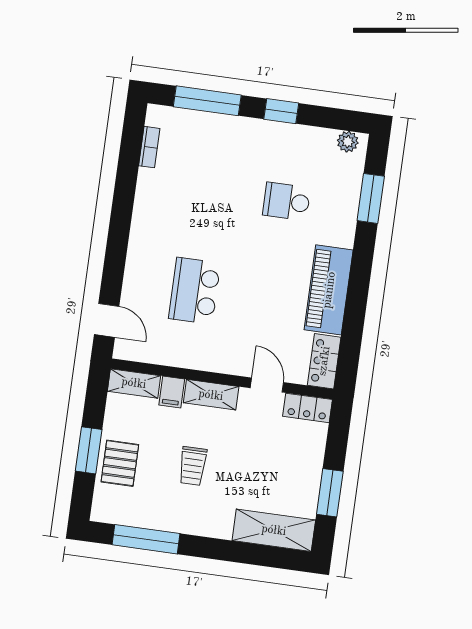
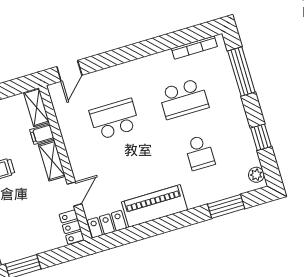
window: (281, 111) -> (261, 137), moved
bookcase: (149, 147) -> (194, 48), width x1.56
school desk: (208, 191) -> (184, 99), added
school desk: (287, 201) -> (200, 153), turned 180

